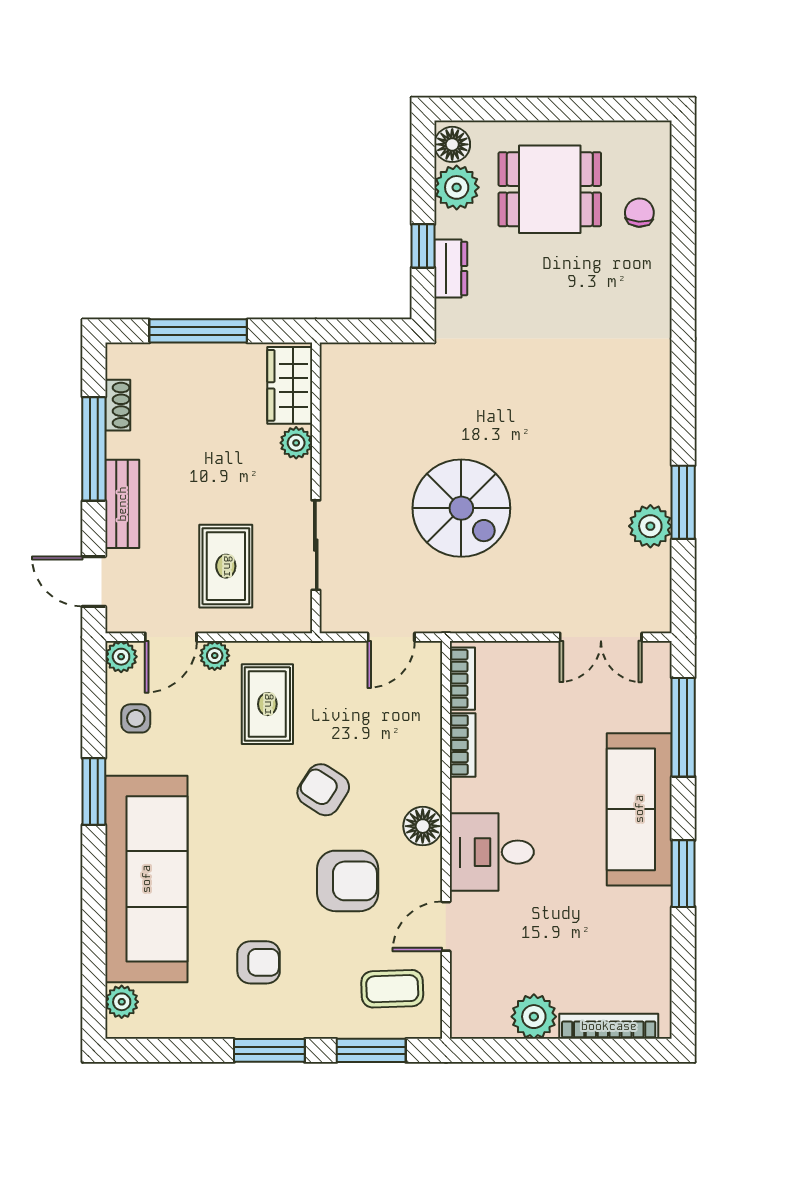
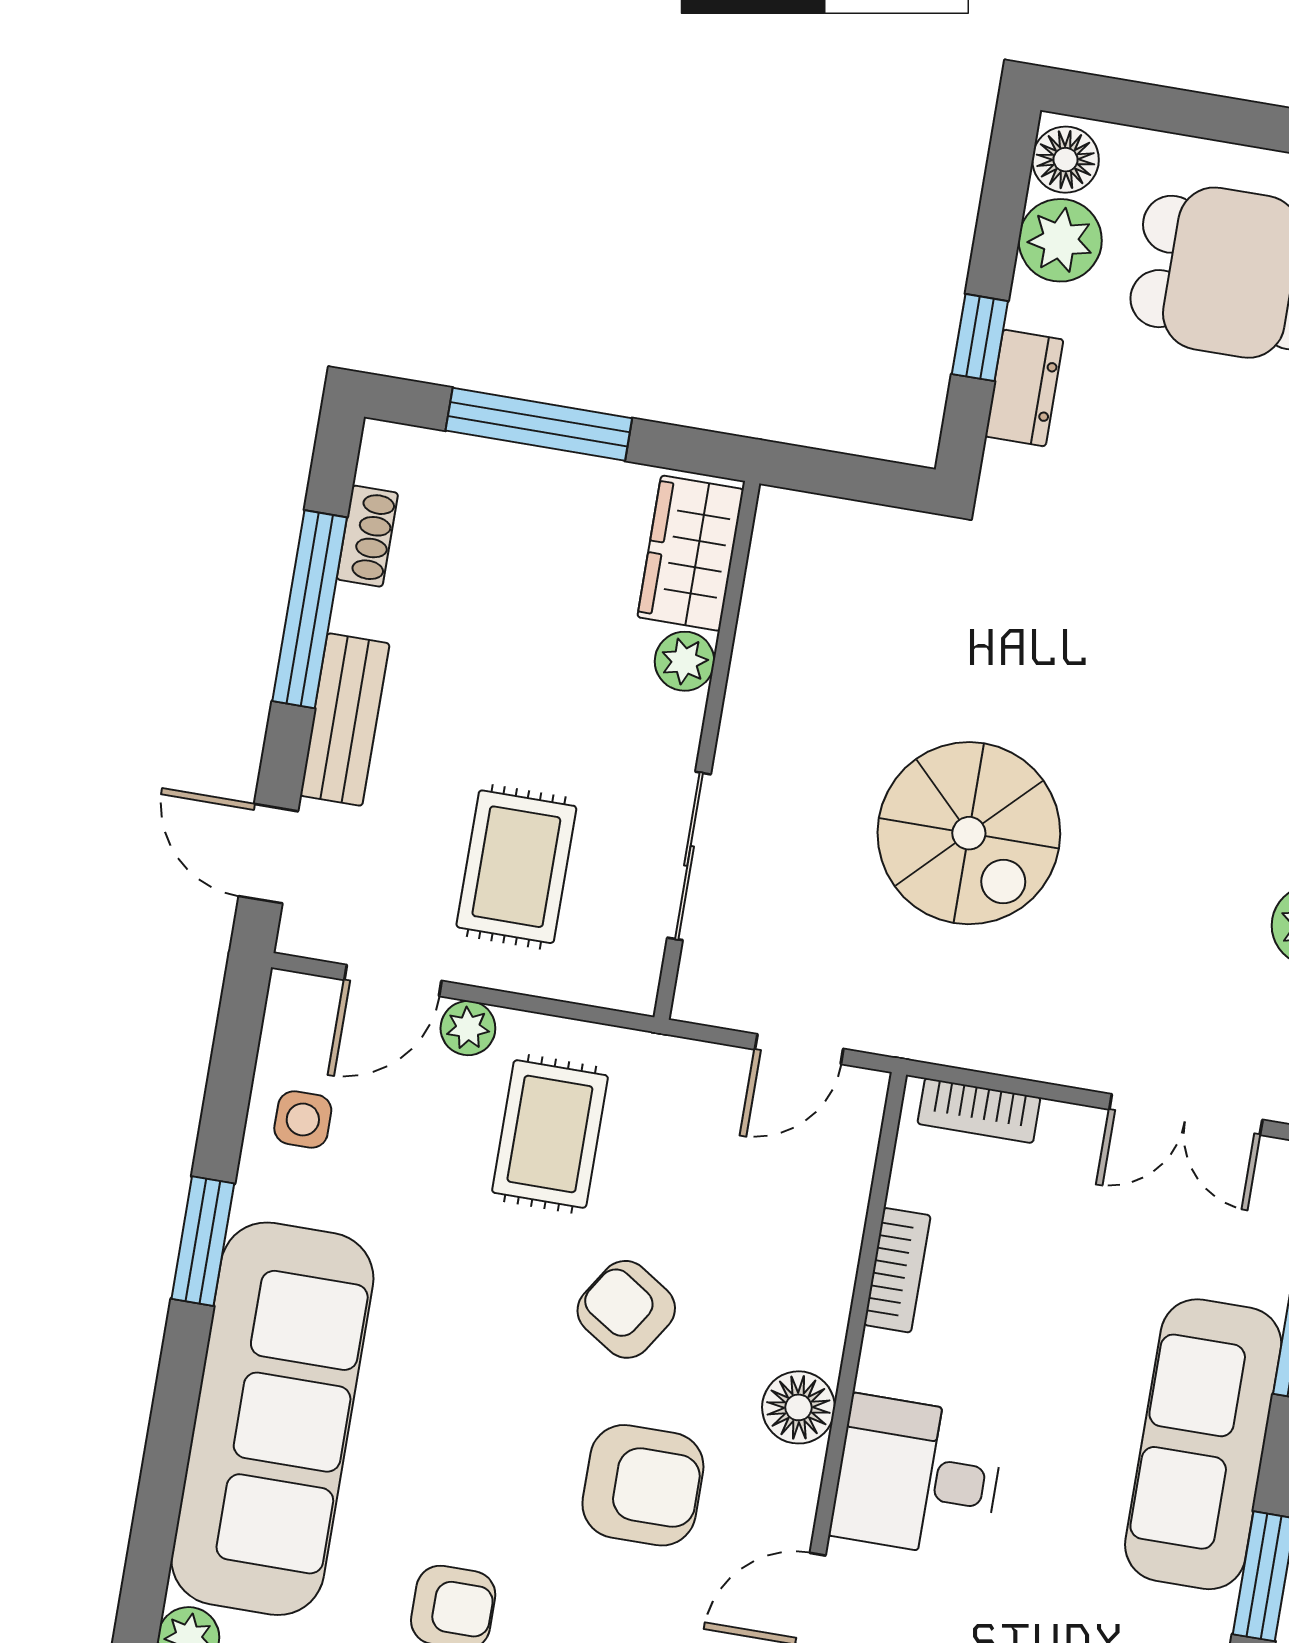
plant: (121, 657) -> (295, 1001), removed
bookcase: (462, 679) -> (979, 1111), moved, turned 90

